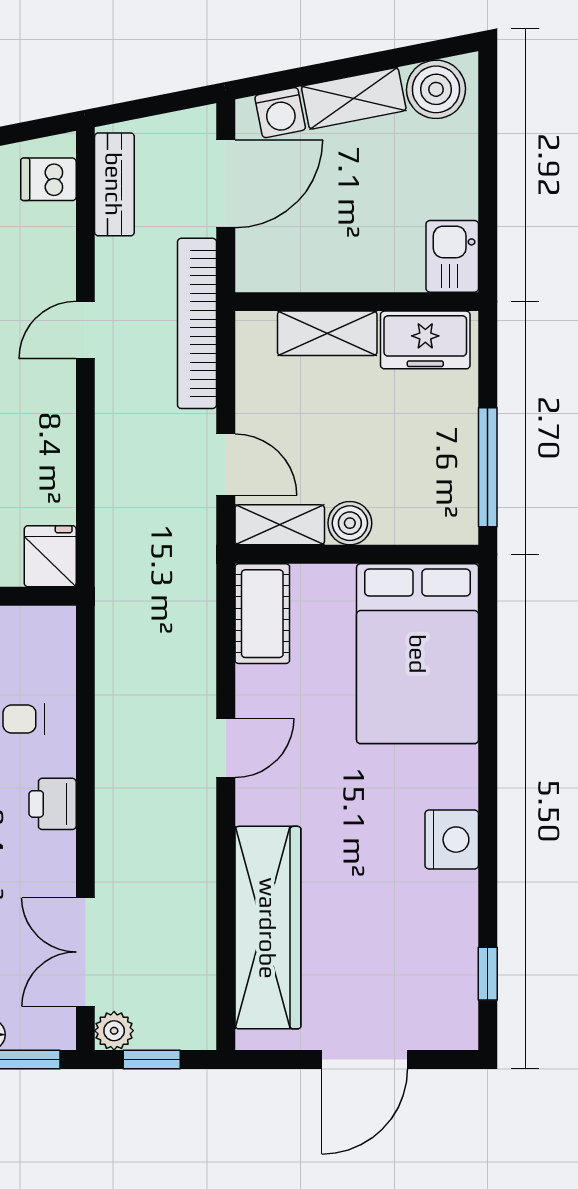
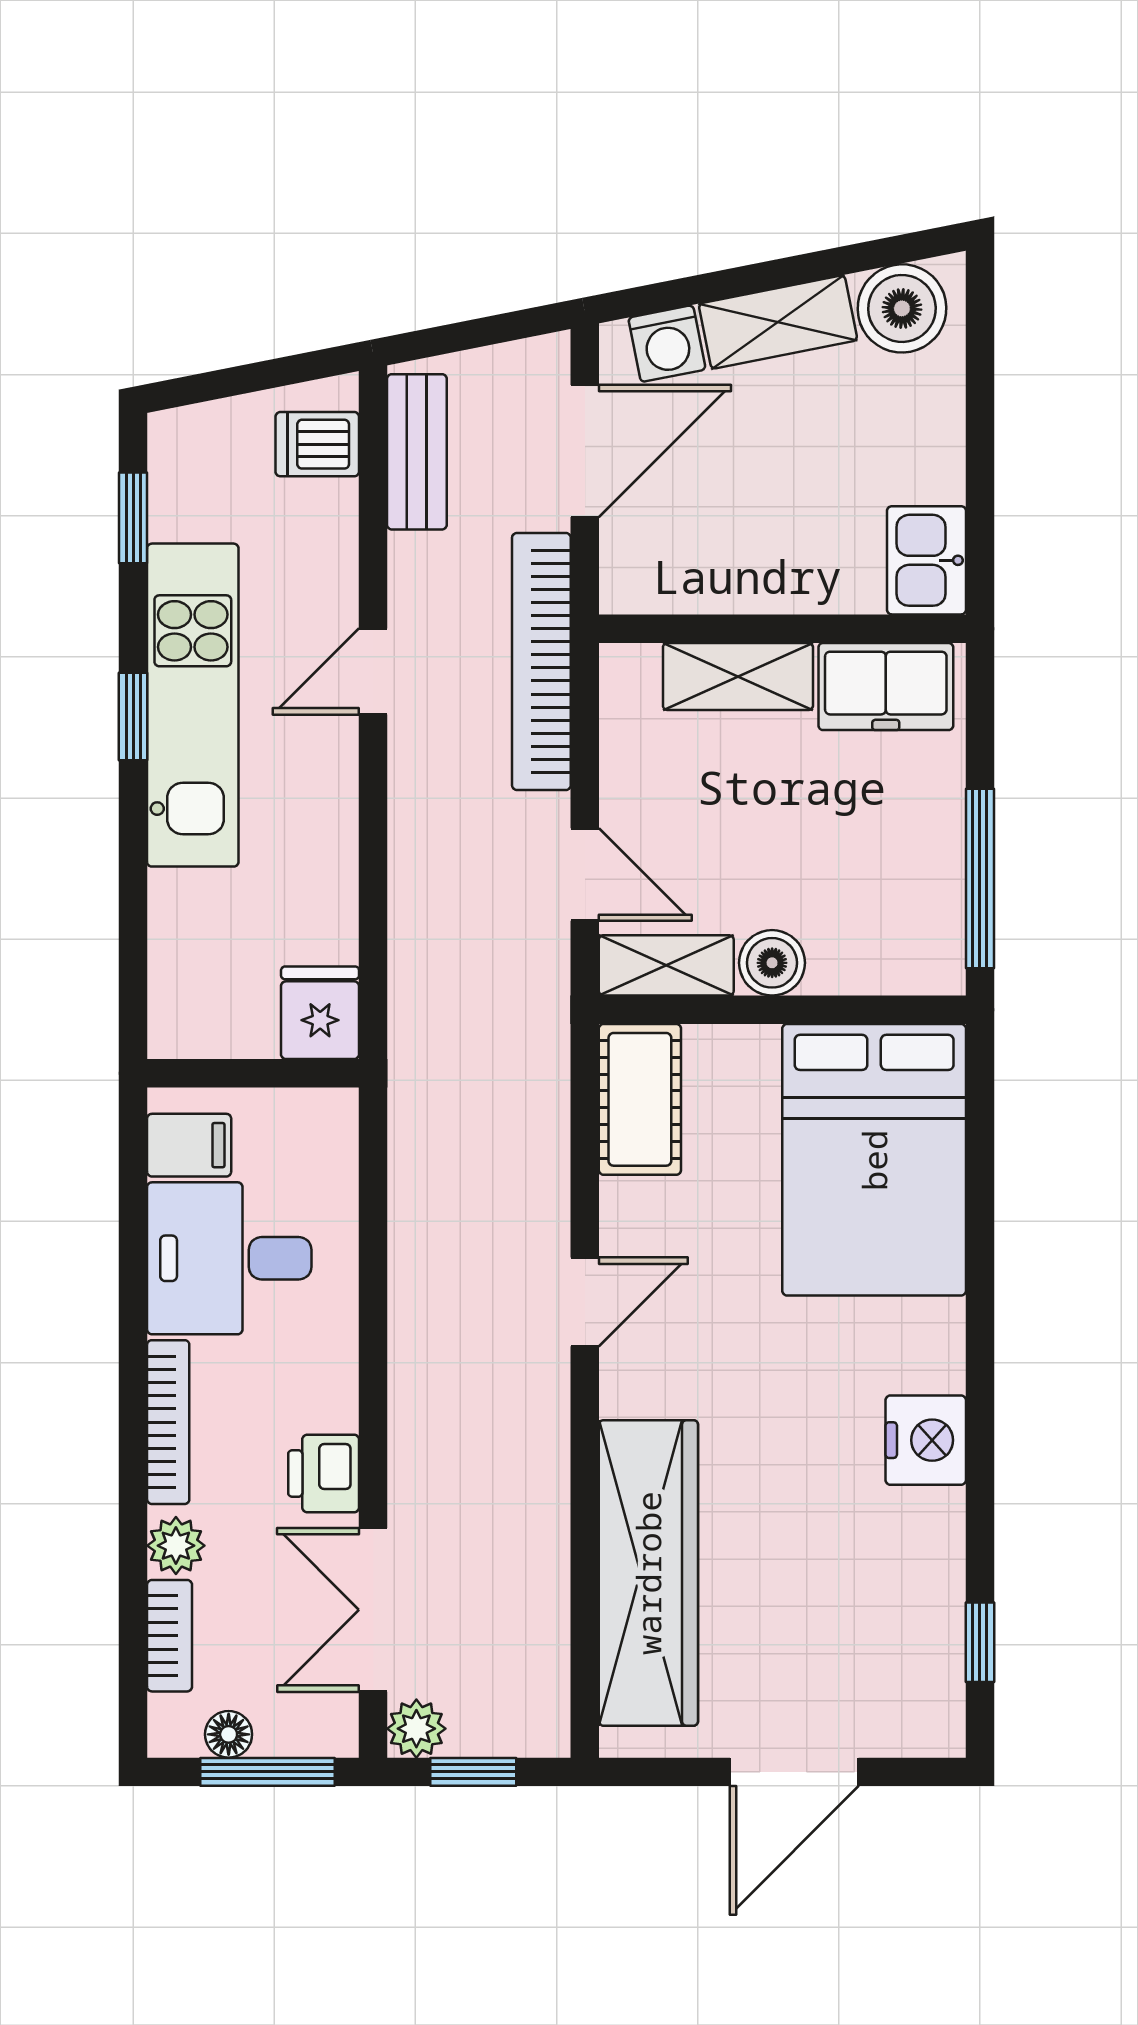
printer: (53, 804) -> (324, 1473), moved

